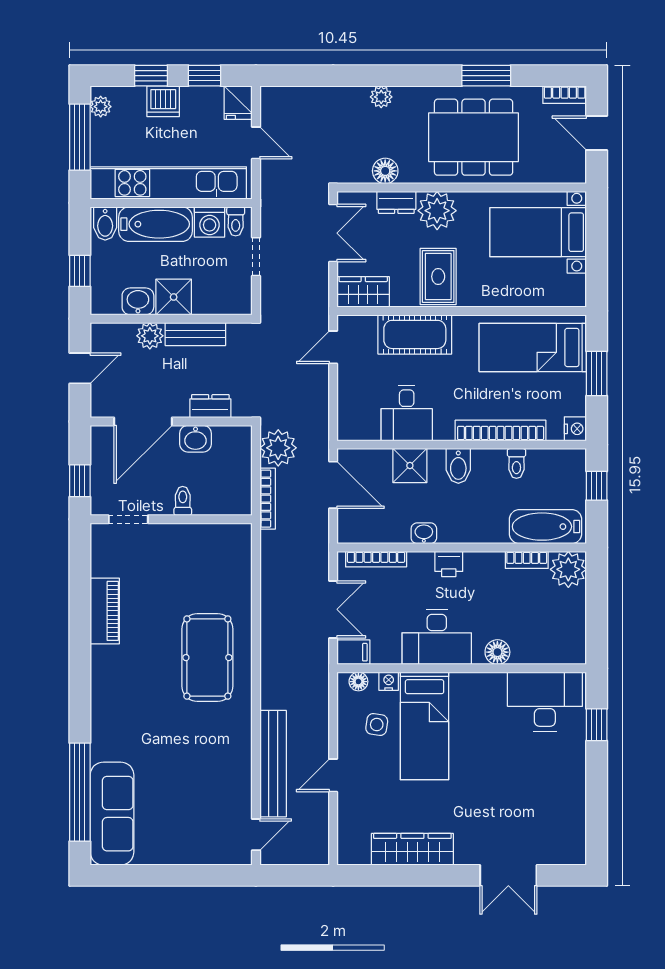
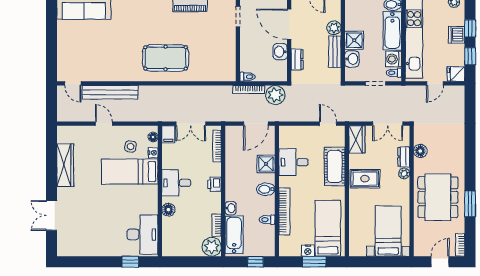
plant: (381, 97) -> (459, 149), removed
plant: (437, 211) -> (404, 173), width x0.53, depth x0.53
washbasin: (138, 301) -> (352, 59), moved
nightstand: (575, 429) -> (308, 251), moved
toilet: (183, 501) -> (248, 77), moved
washbasin: (424, 533) -> (231, 208), moved
desk: (437, 637) -> (176, 183), width x0.73

